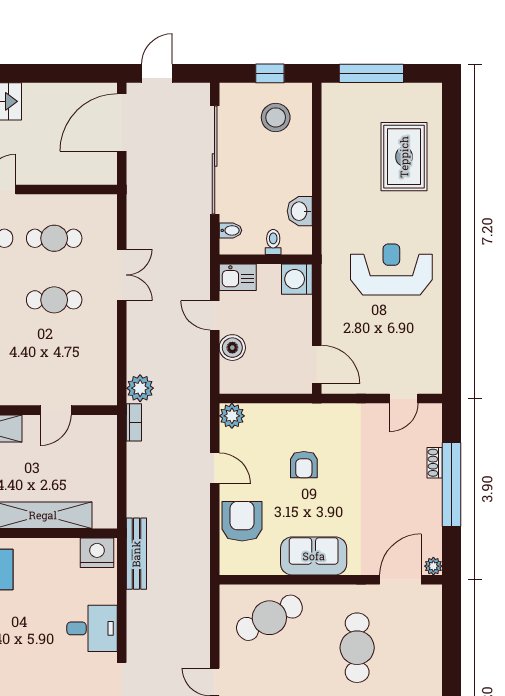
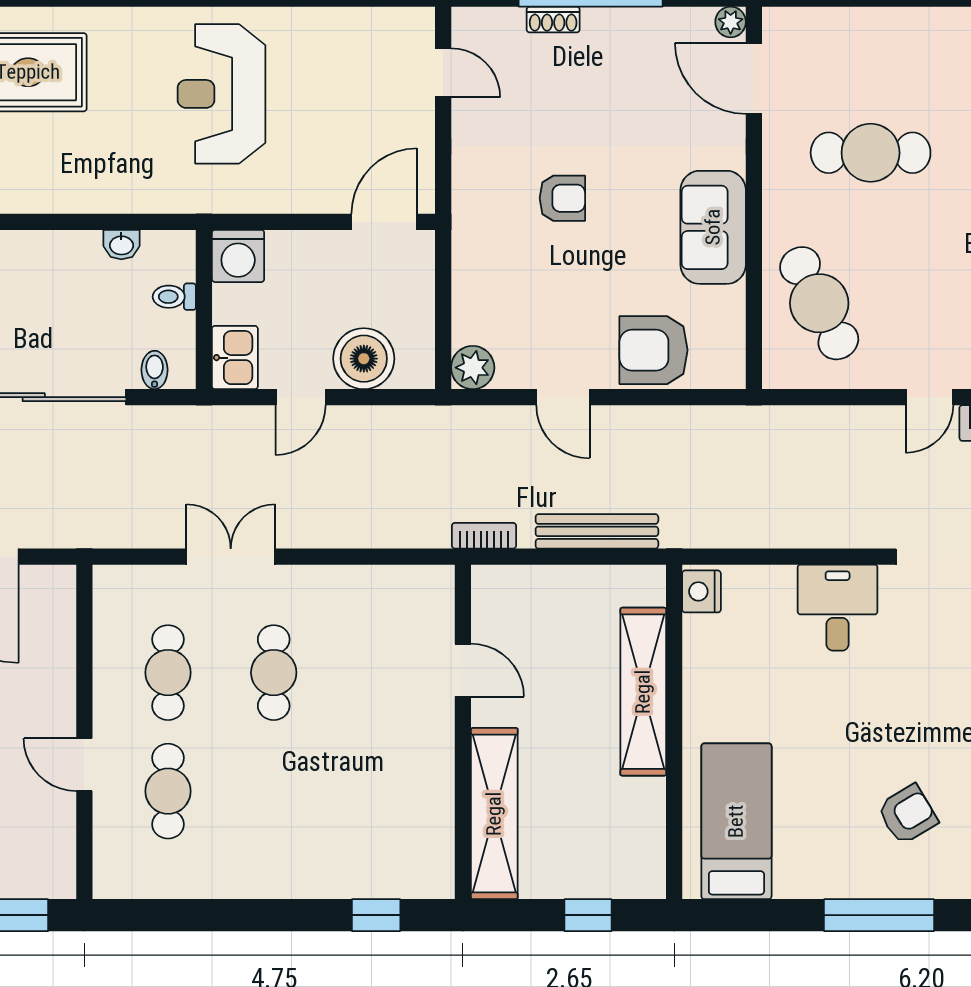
washbasin: (300, 211) -> (121, 245), width x0.72, depth x0.69
boiler: (232, 348) -> (364, 359), width x1.37, depth x1.37
plant: (140, 388) -> (425, 525), removed
armchair: (304, 465) -> (562, 198), moved
door: (215, 468) -> (563, 397), swing flipped
nightstand: (97, 553) -> (701, 591), width x0.74, depth x0.75
bench: (136, 554) -> (597, 531), moved

